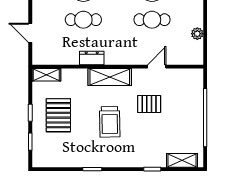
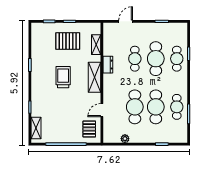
cafe table: (152, 20) -> (135, 107), width x1.37, depth x1.35
door: (157, 67) -> (102, 110), swing flipped
shelving: (46, 75) -> (96, 45), moved
pallet: (149, 104) -> (89, 129), moved
trolley: (110, 122) -> (63, 77), turned 91

